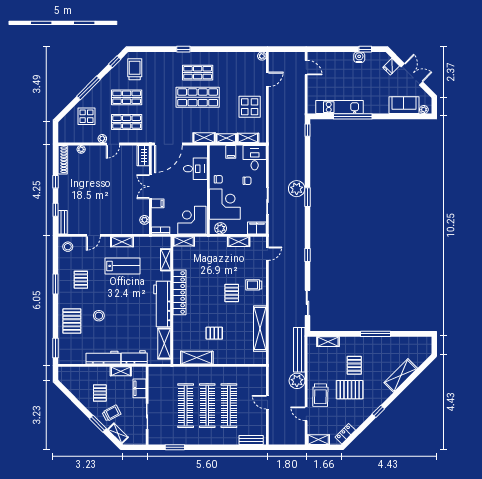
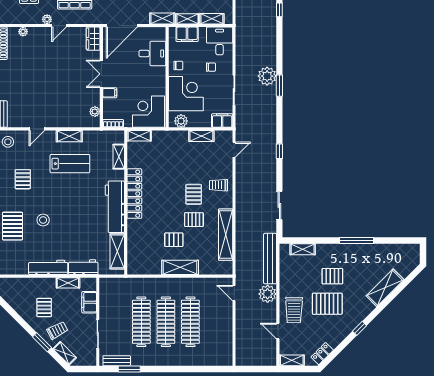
filing cabinet: (231, 152) -> (187, 34), width x2.00
pallet: (232, 315) -> (194, 220), added
shelving: (197, 358) -> (180, 267), moved
pallet: (354, 365) -> (332, 276), turned 90
door: (267, 402) -> (234, 293), moved
bench: (251, 440) -> (117, 361), moved

